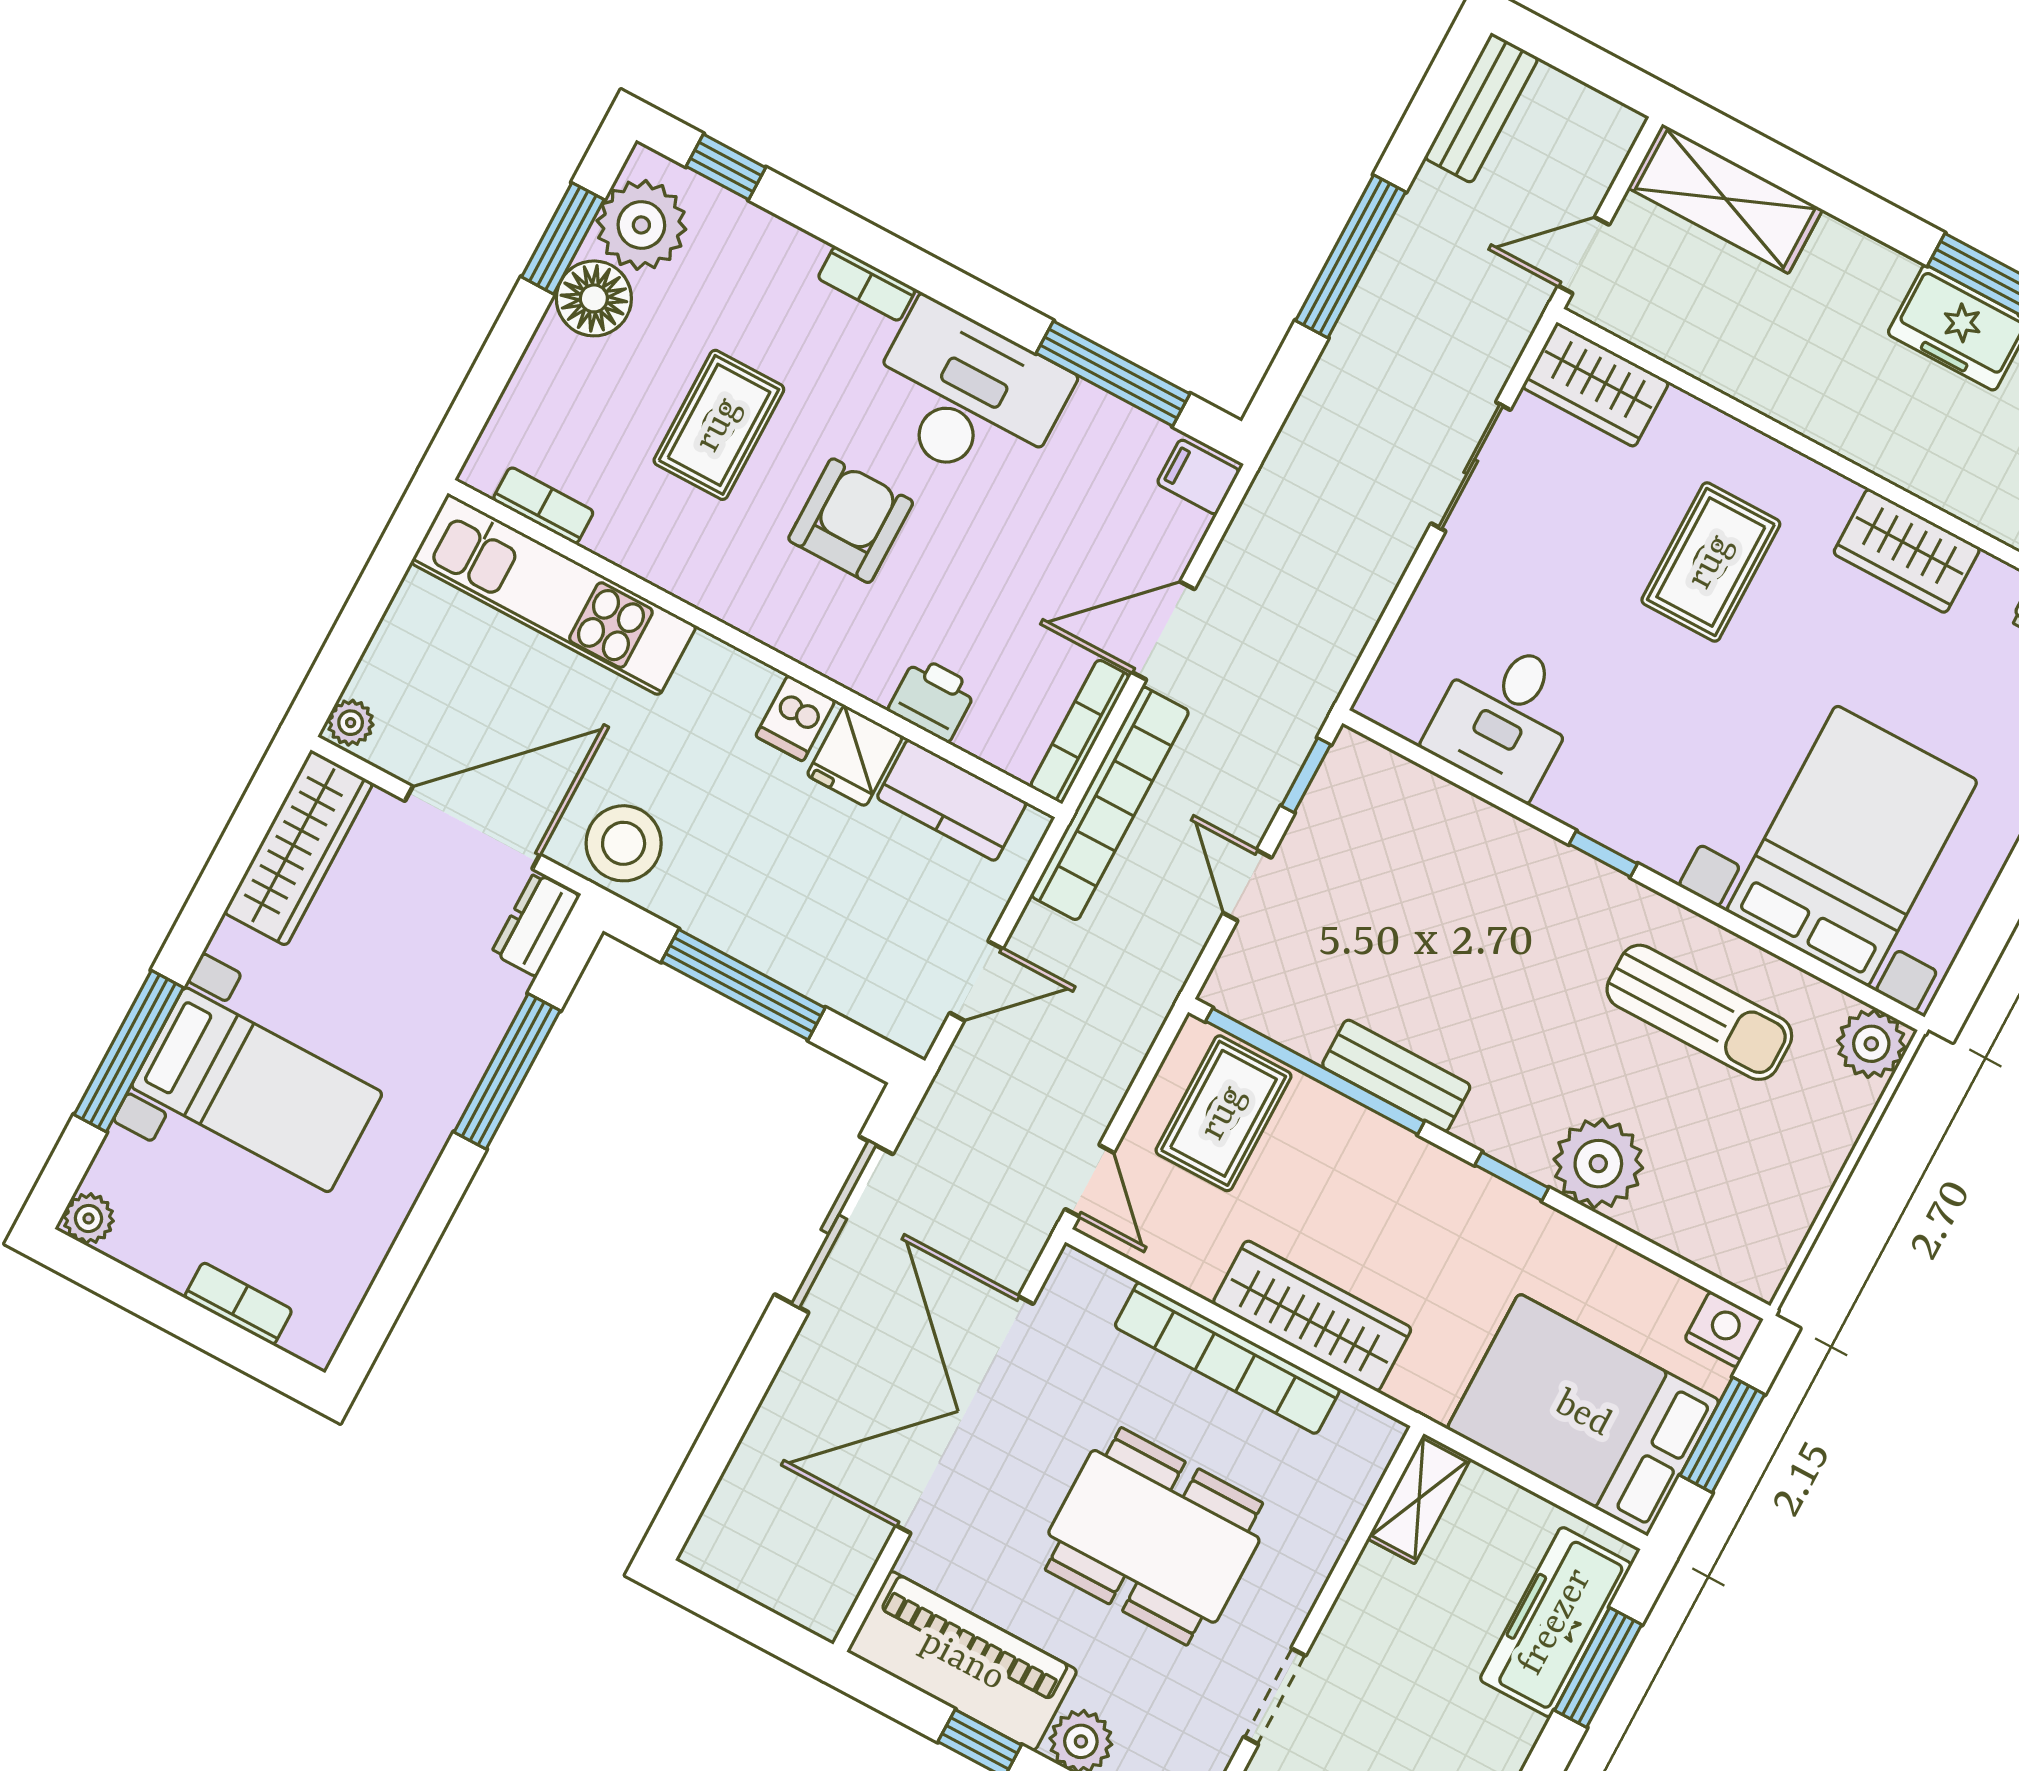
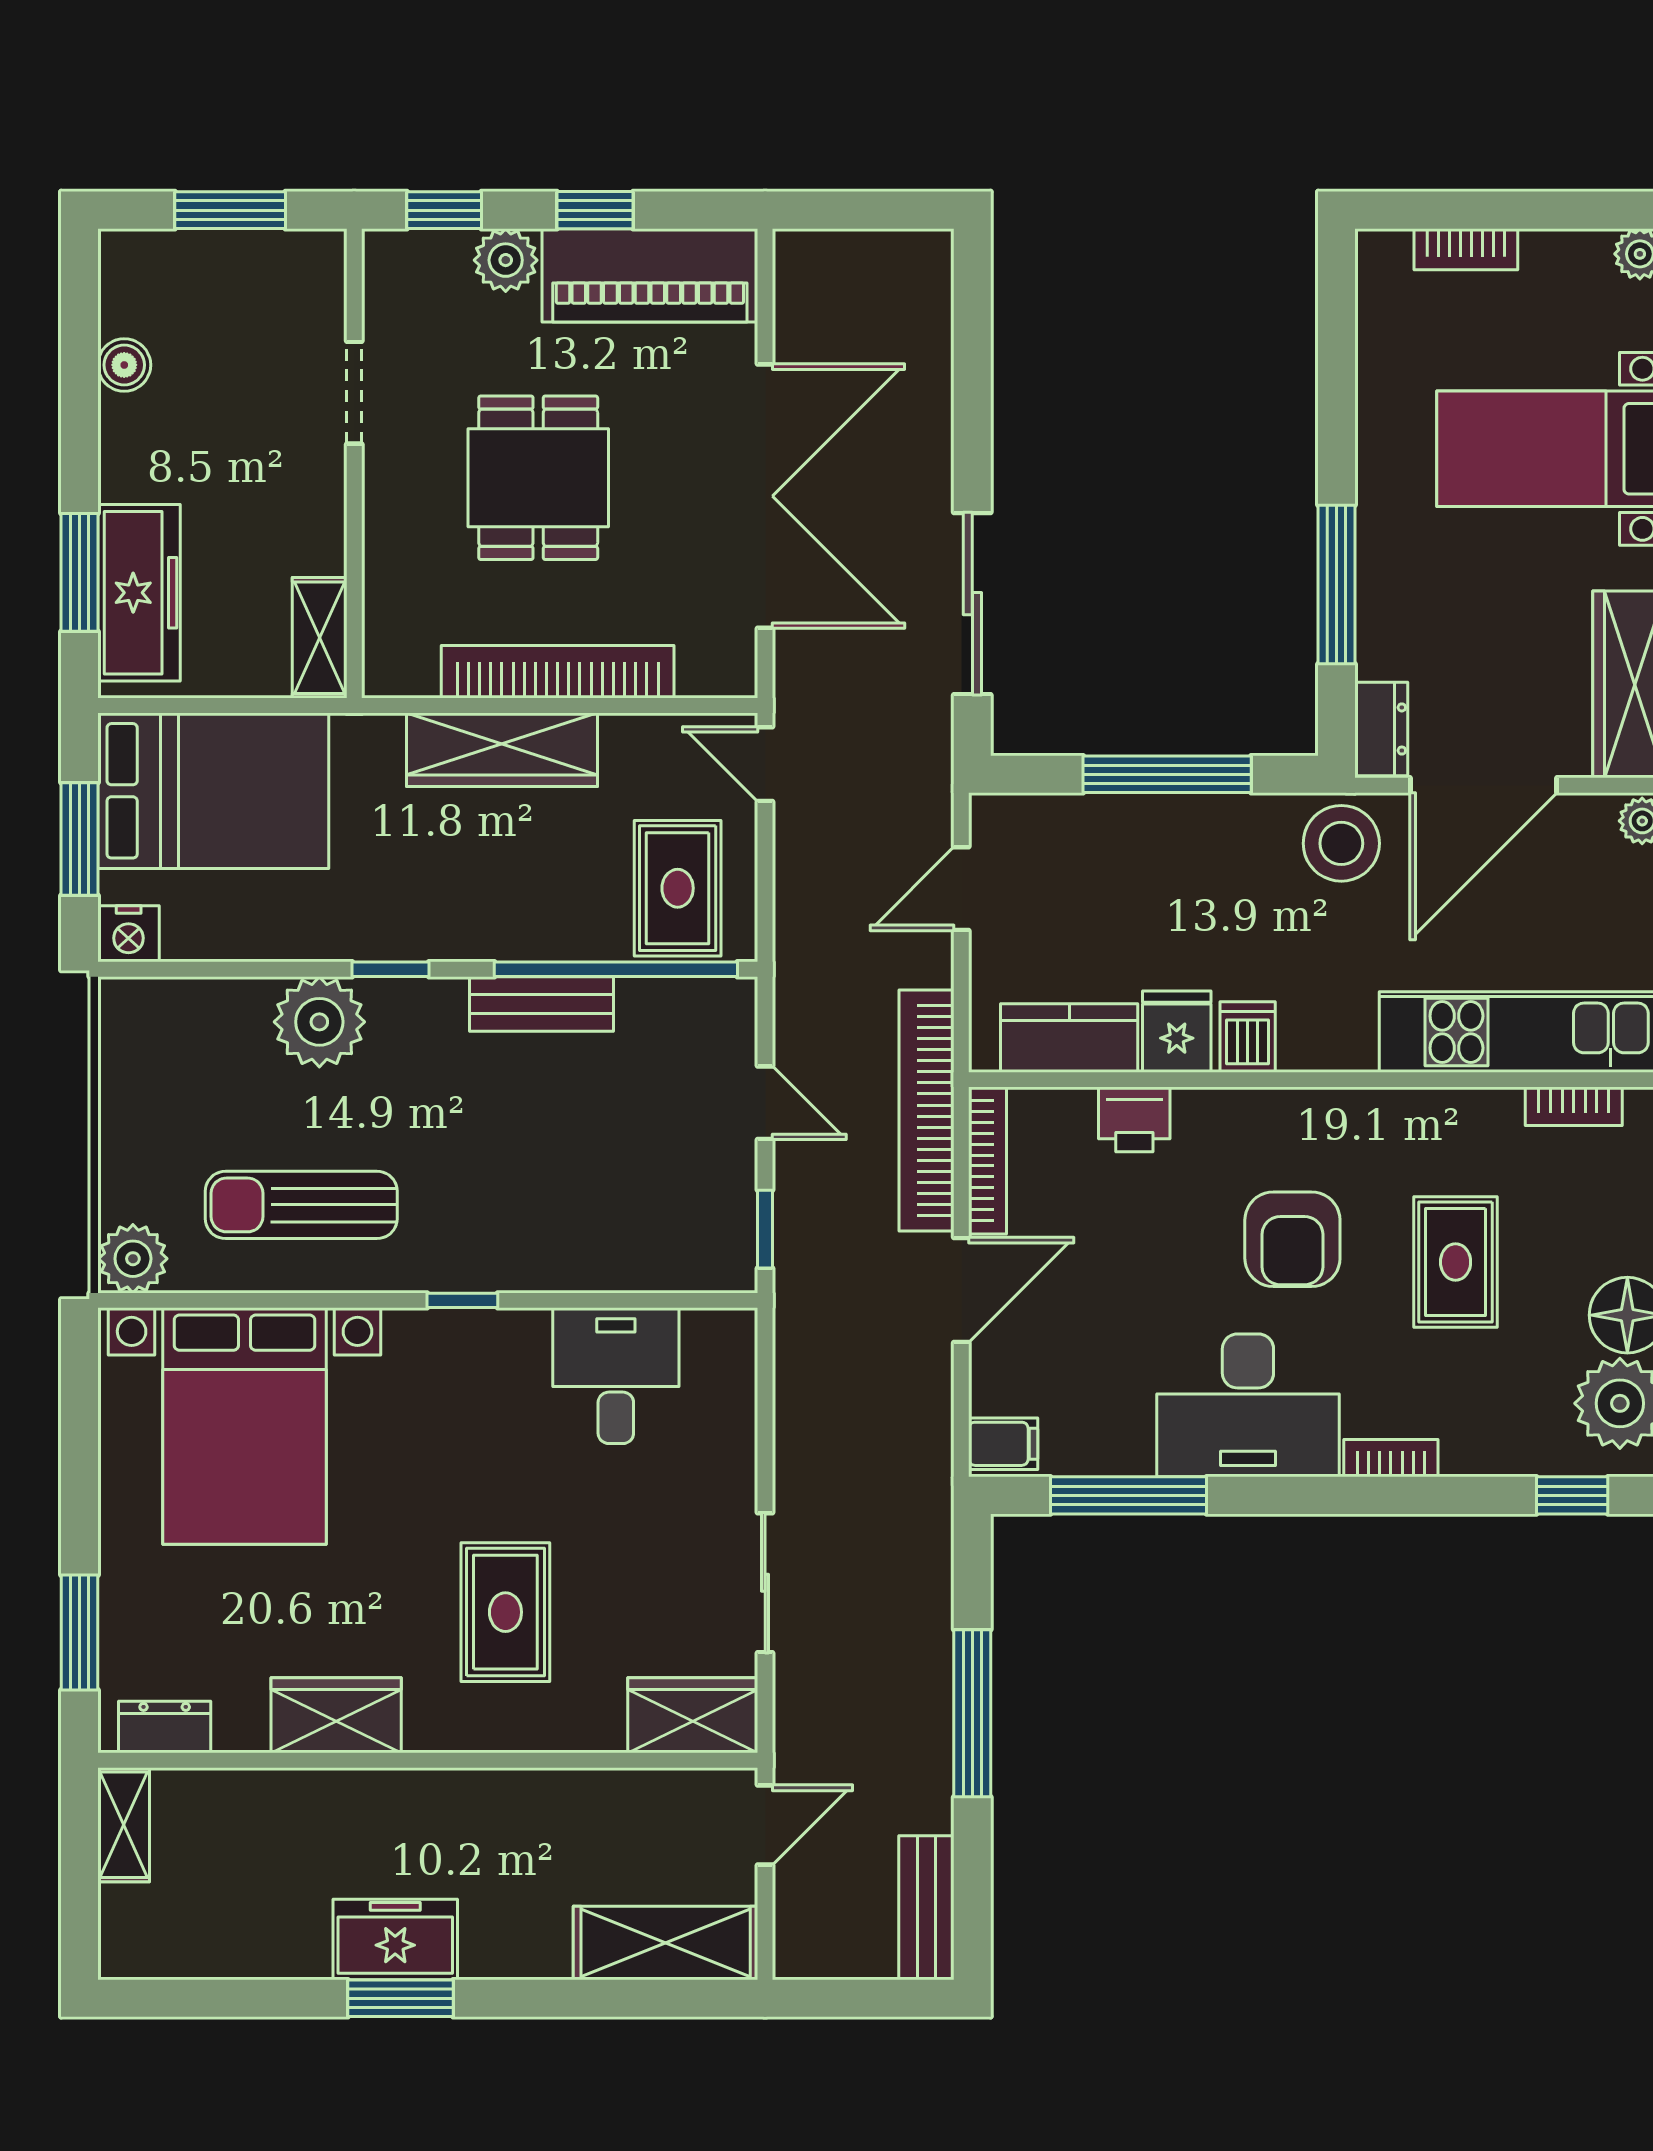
dining table: (1154, 1536) -> (538, 478), width x0.73

